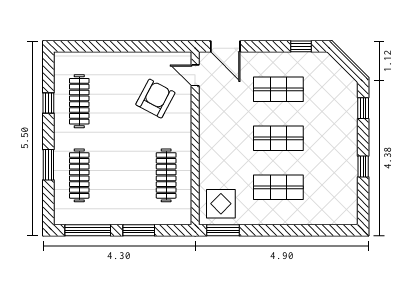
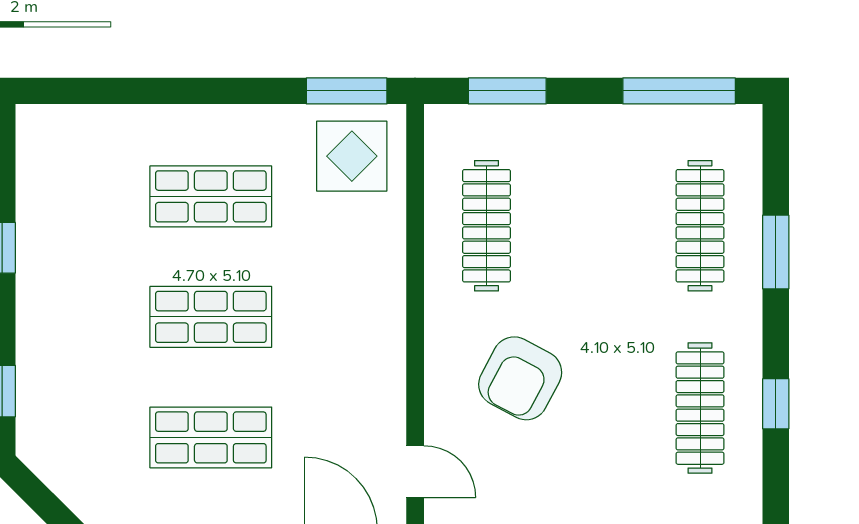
armchair: (155, 99) -> (520, 378), moved
window: (139, 230) -> (507, 91), moved

